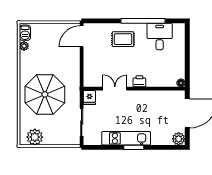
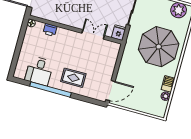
barbecue: (25, 33) -> (168, 84), moved
printer: (139, 81) -> (50, 30), moved
double door: (115, 89) -> (93, 34), swing flipped

